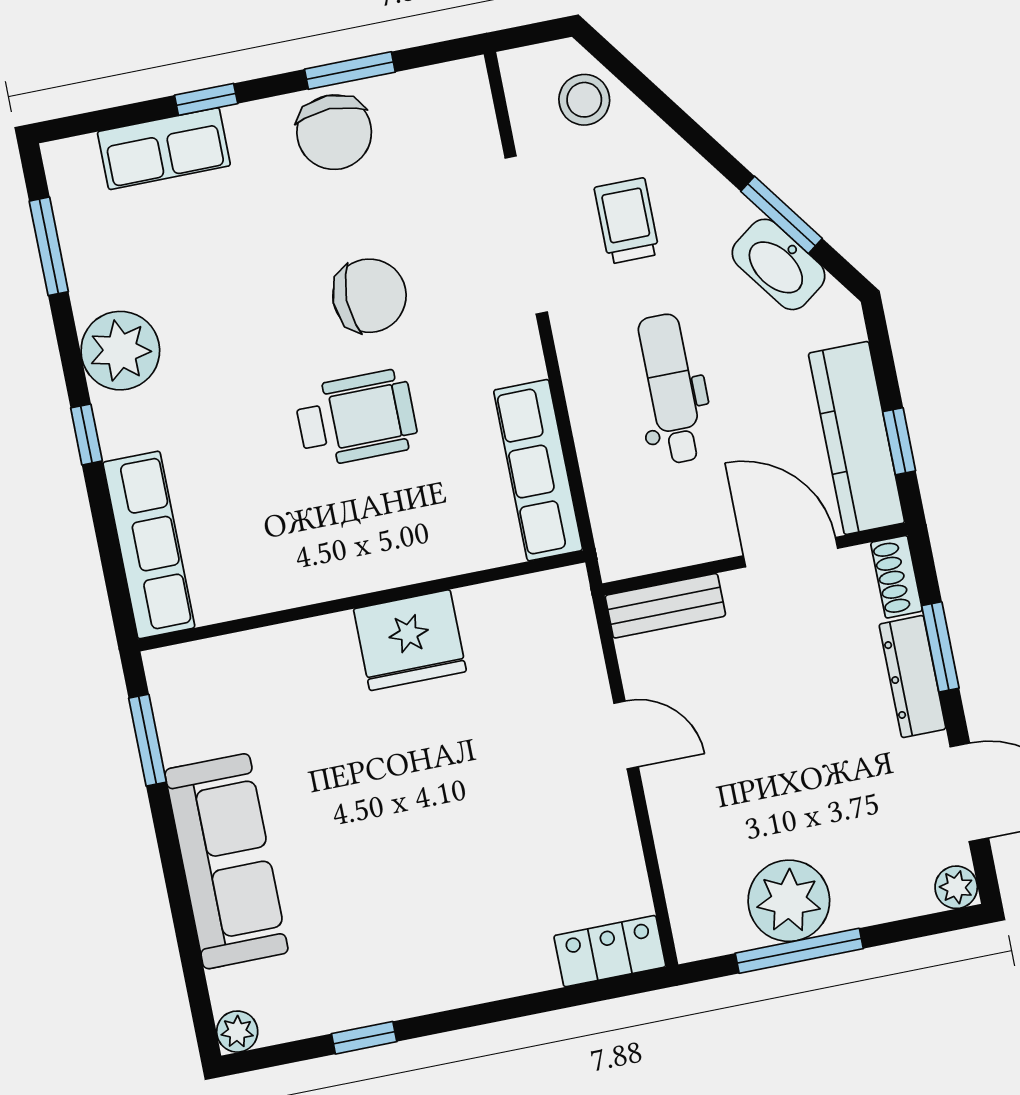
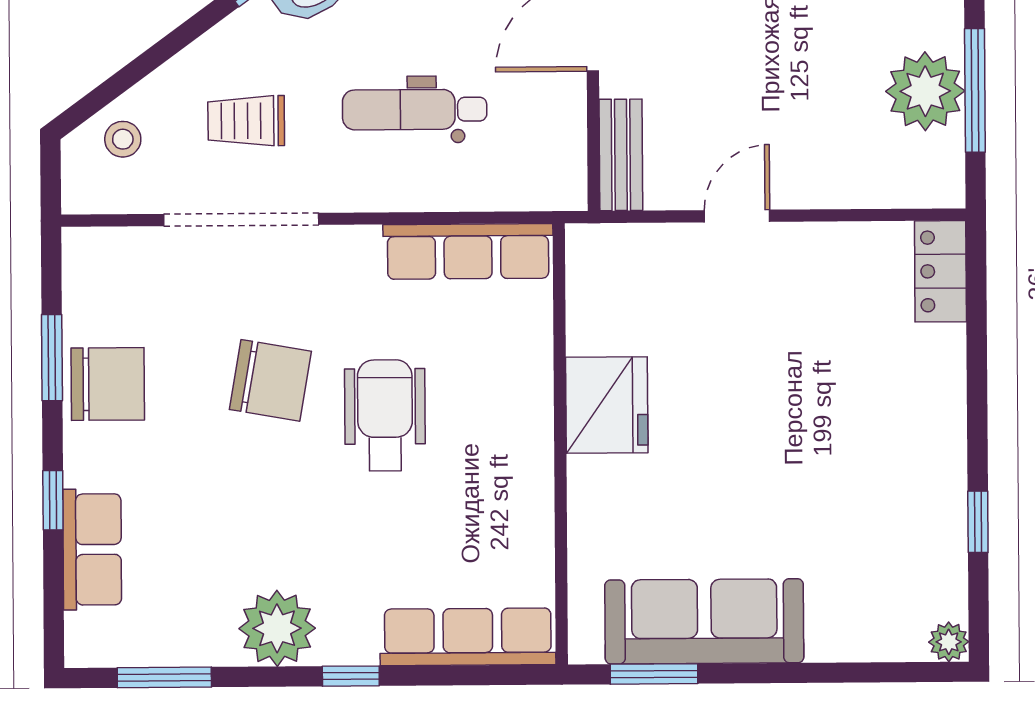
stool: (584, 100) -> (123, 139), width x0.73, depth x0.73
chair: (369, 296) -> (270, 380), turned 100
sofa: (226, 861) -> (704, 621), moved

